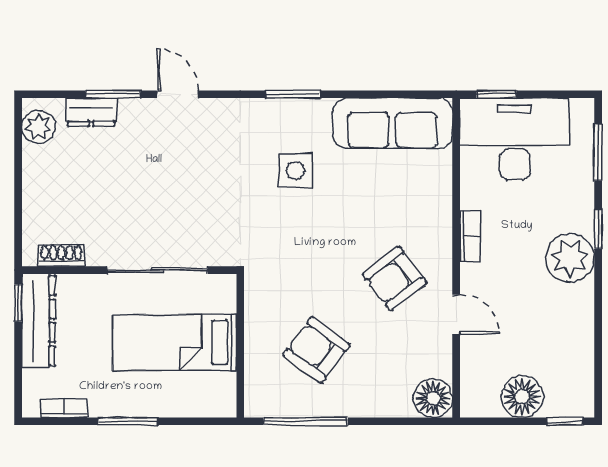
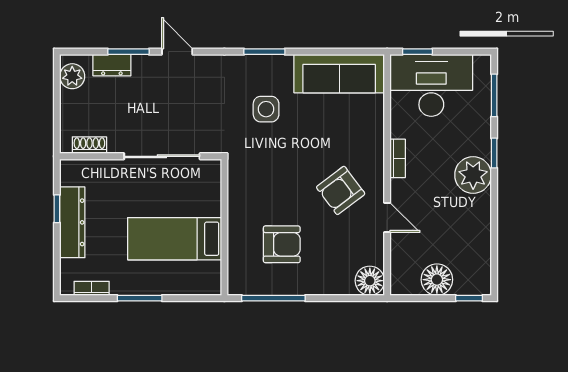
shoe rack: (61, 255) -> (89, 145), moved
wall: (129, 270) -> (141, 156), moved
sliding door: (157, 270) -> (162, 156), moved
armchair: (316, 350) -> (282, 244), turned 143

